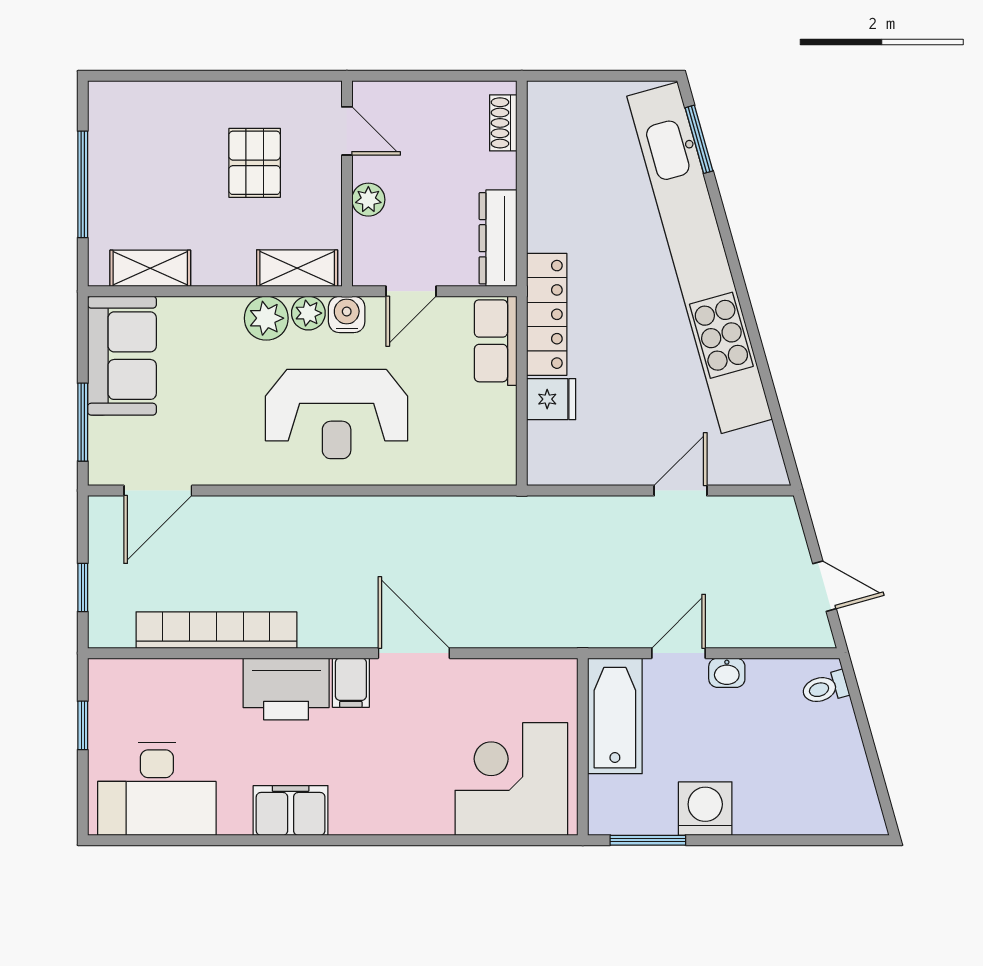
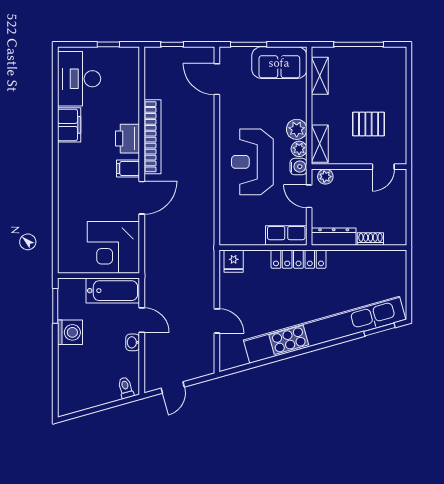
shoe rack: (503, 123) -> (370, 239), moved
plant: (368, 200) -> (325, 177), moved
fridge: (551, 399) -> (234, 261), moved
bookcase: (216, 630) -> (152, 137), moved
printer: (286, 689) -> (128, 139), width x0.73, depth x0.84
corner desk: (511, 779) -> (113, 247), moved, turned 180
filing cabinet: (291, 810) -> (69, 125), moved

